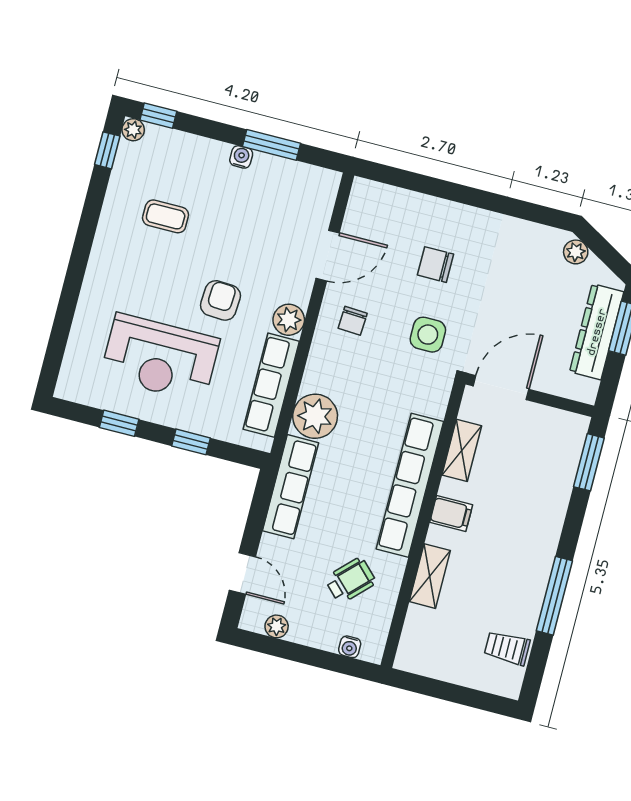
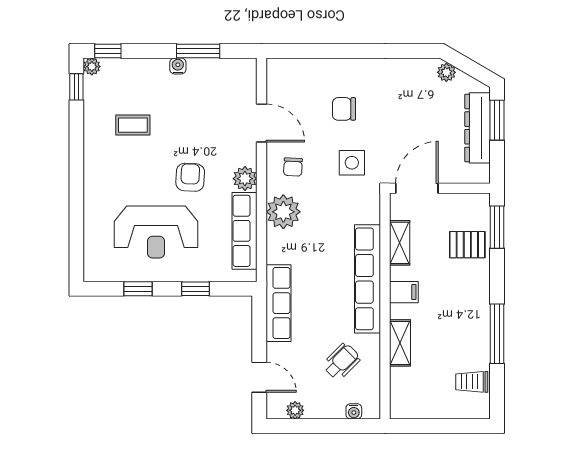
door: (328, 256) -> (262, 123), hinge flipped
plant: (315, 416) -> (283, 212), moved
pallet: (546, 475) -> (467, 245), added

